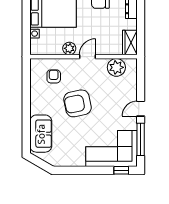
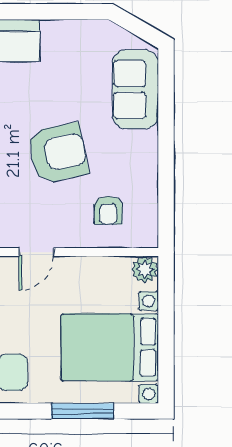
plant: (69, 48) -> (145, 269), moved

